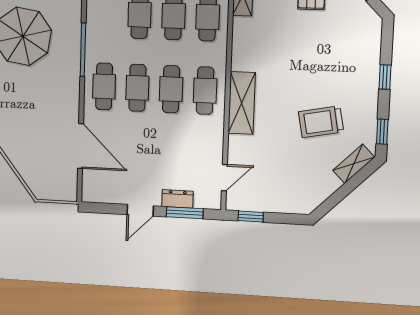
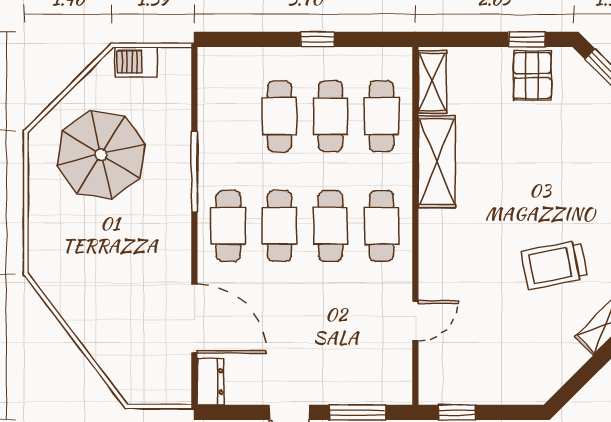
shelving: (242, 103) -> (437, 162), moved
door: (224, 178) -> (415, 321), moved
dresser: (178, 199) -> (211, 382), moved, turned 90

